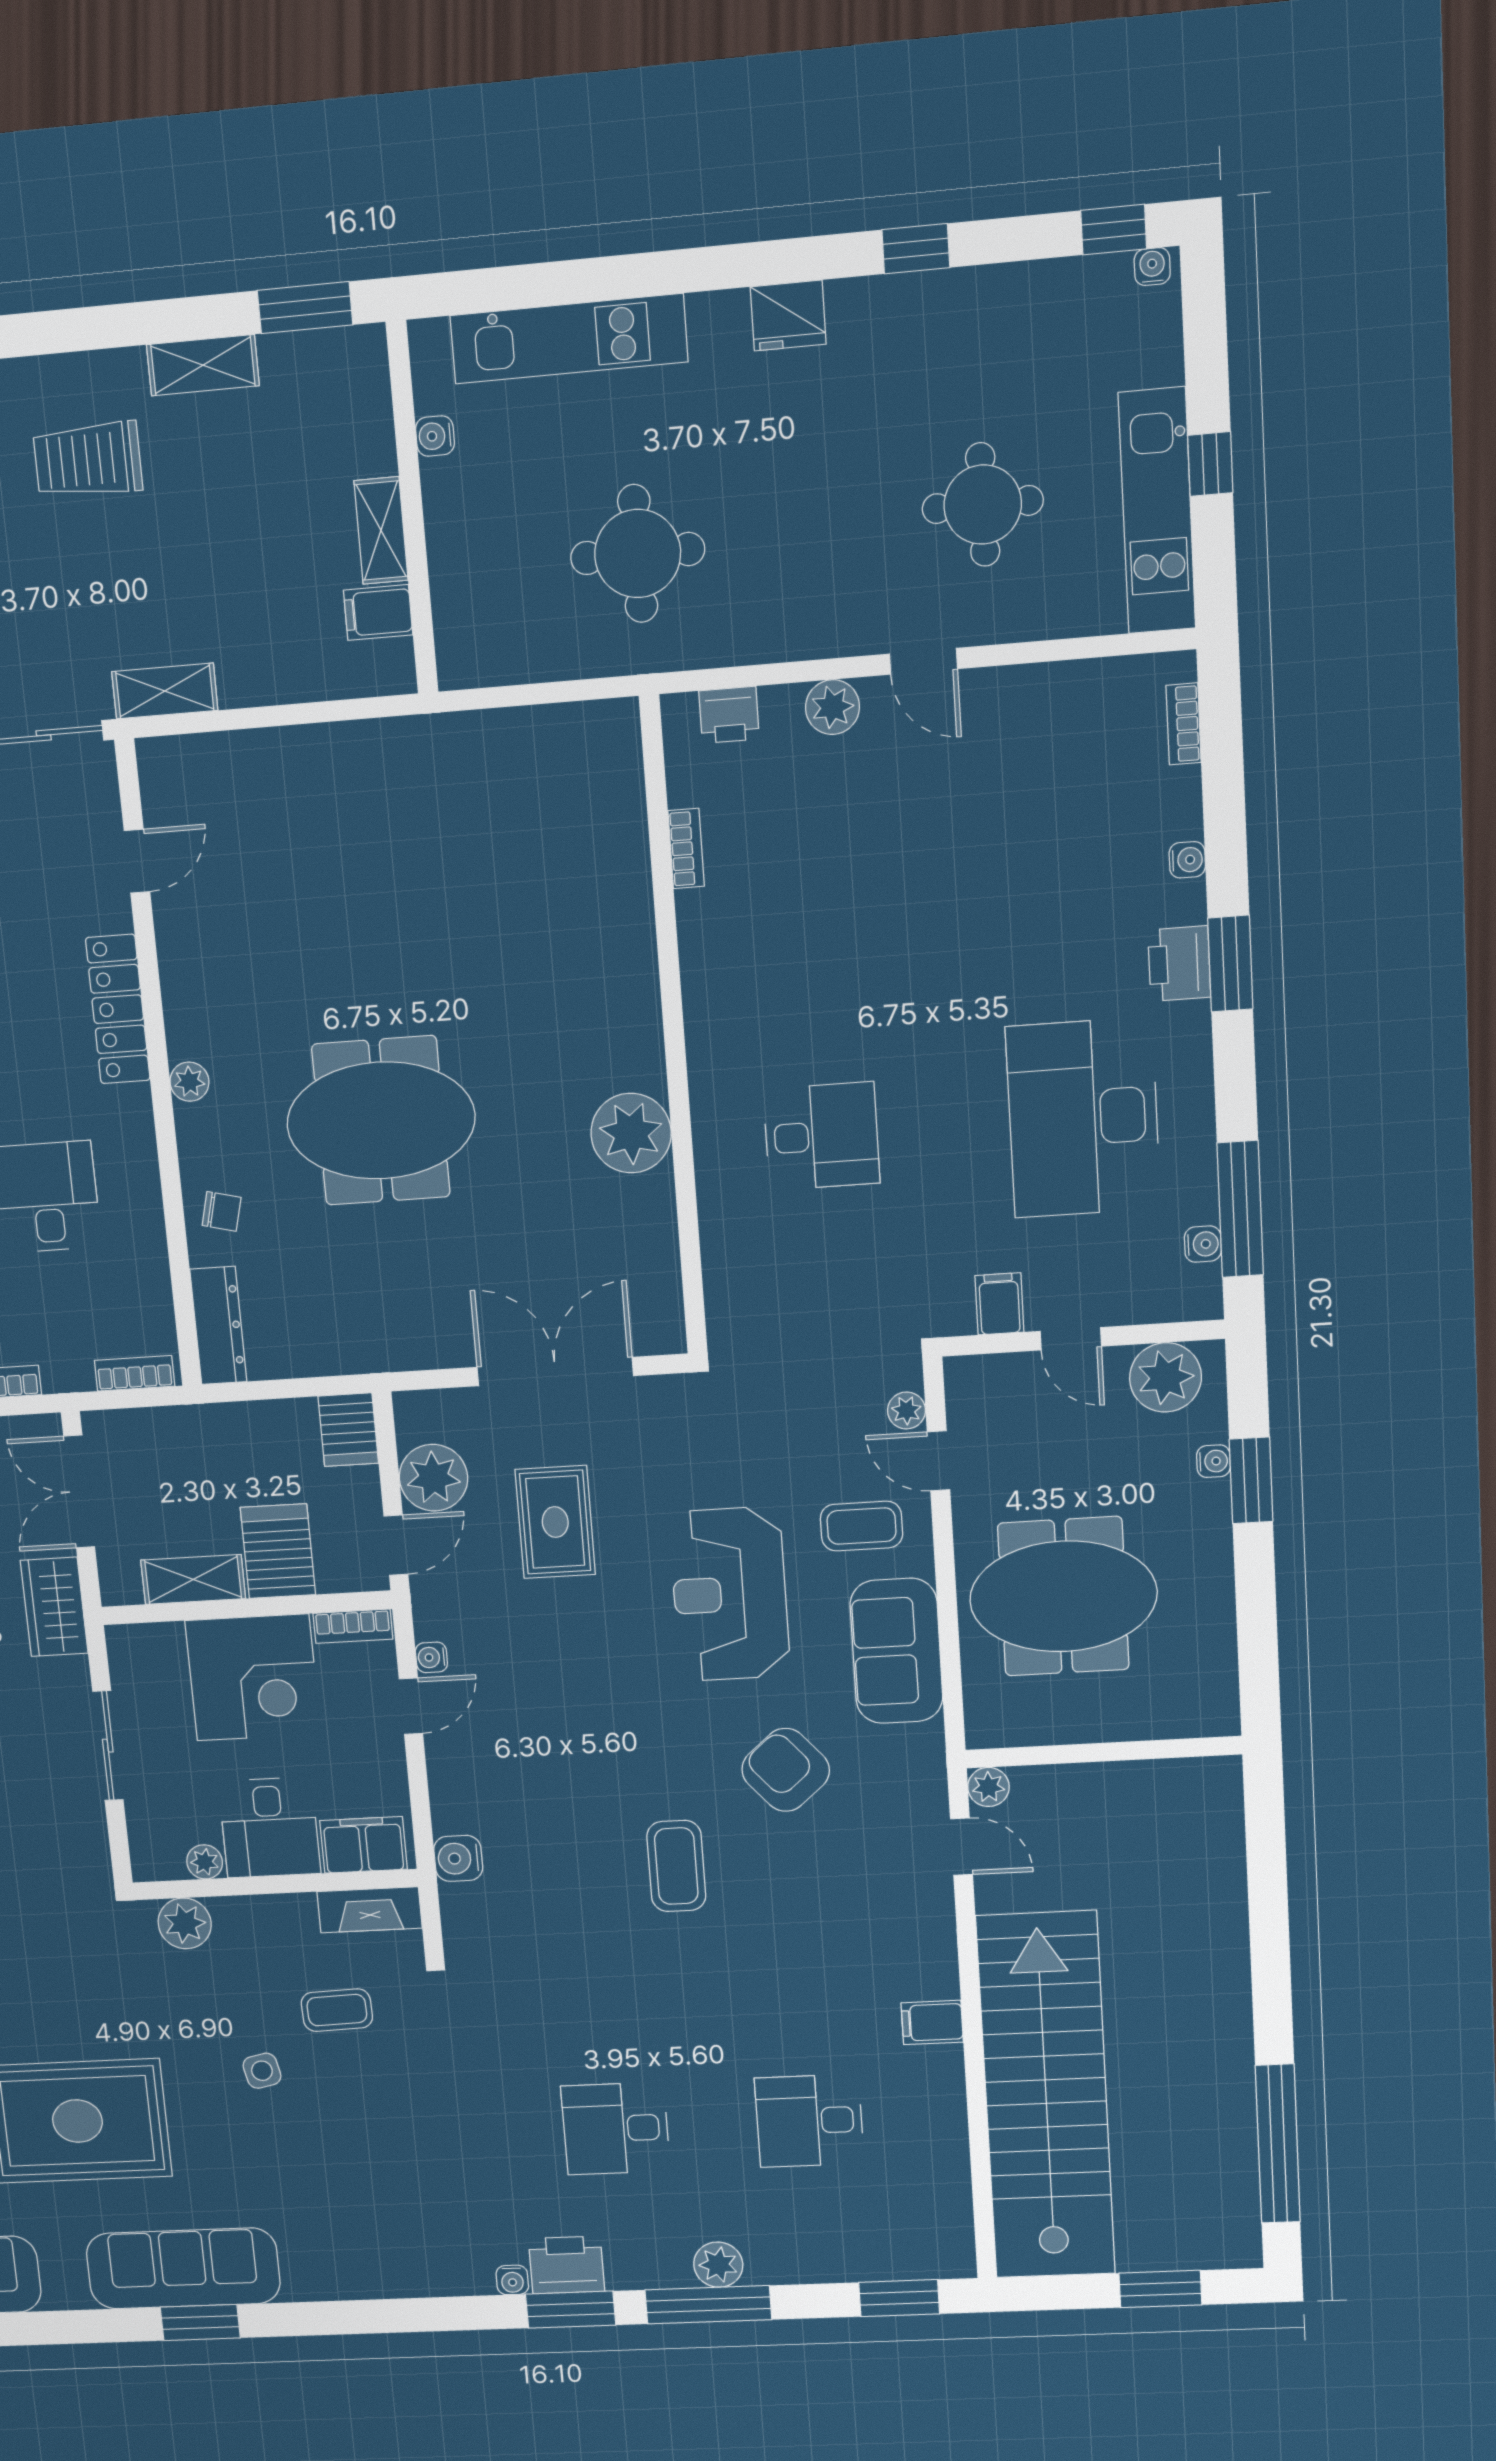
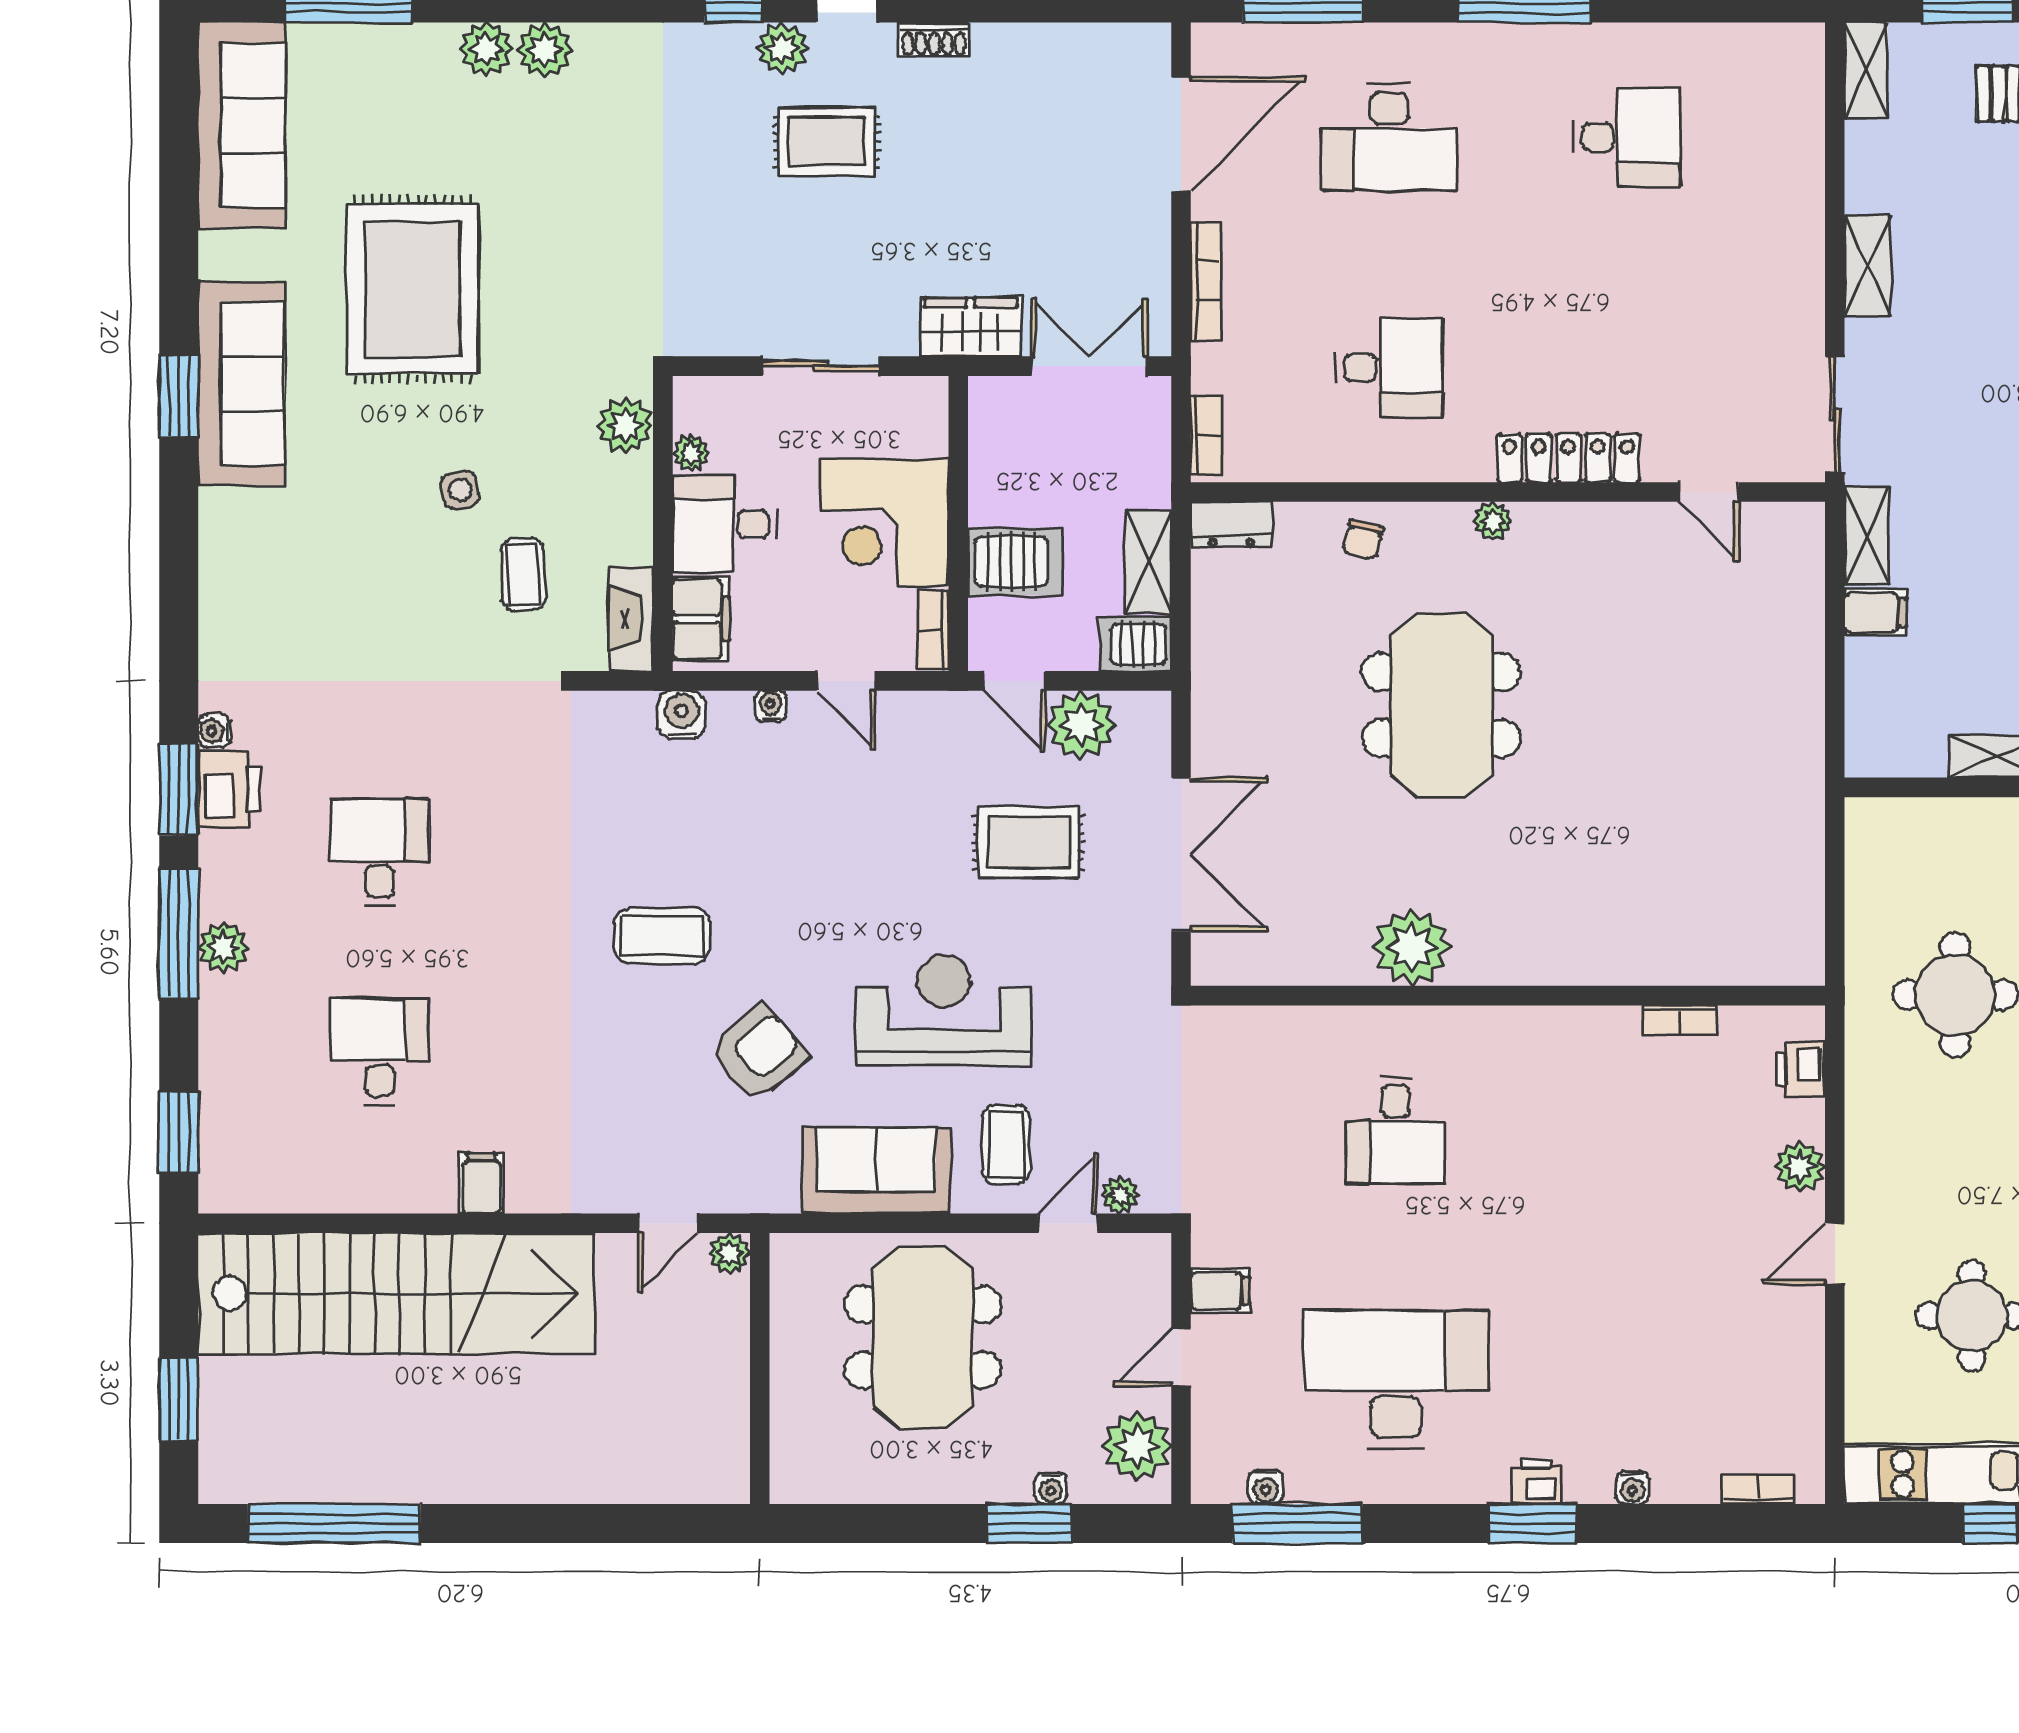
filing cabinet: (378, 613) -> (1876, 612), moved, turned 90
printer: (1179, 964) -> (1536, 1482), width x0.73, depth x0.81
dresser: (218, 1325) -> (1231, 525), width x0.70
shelving: (193, 1579) -> (1148, 562), moved
water cooler: (431, 1657) -> (770, 706), moved

